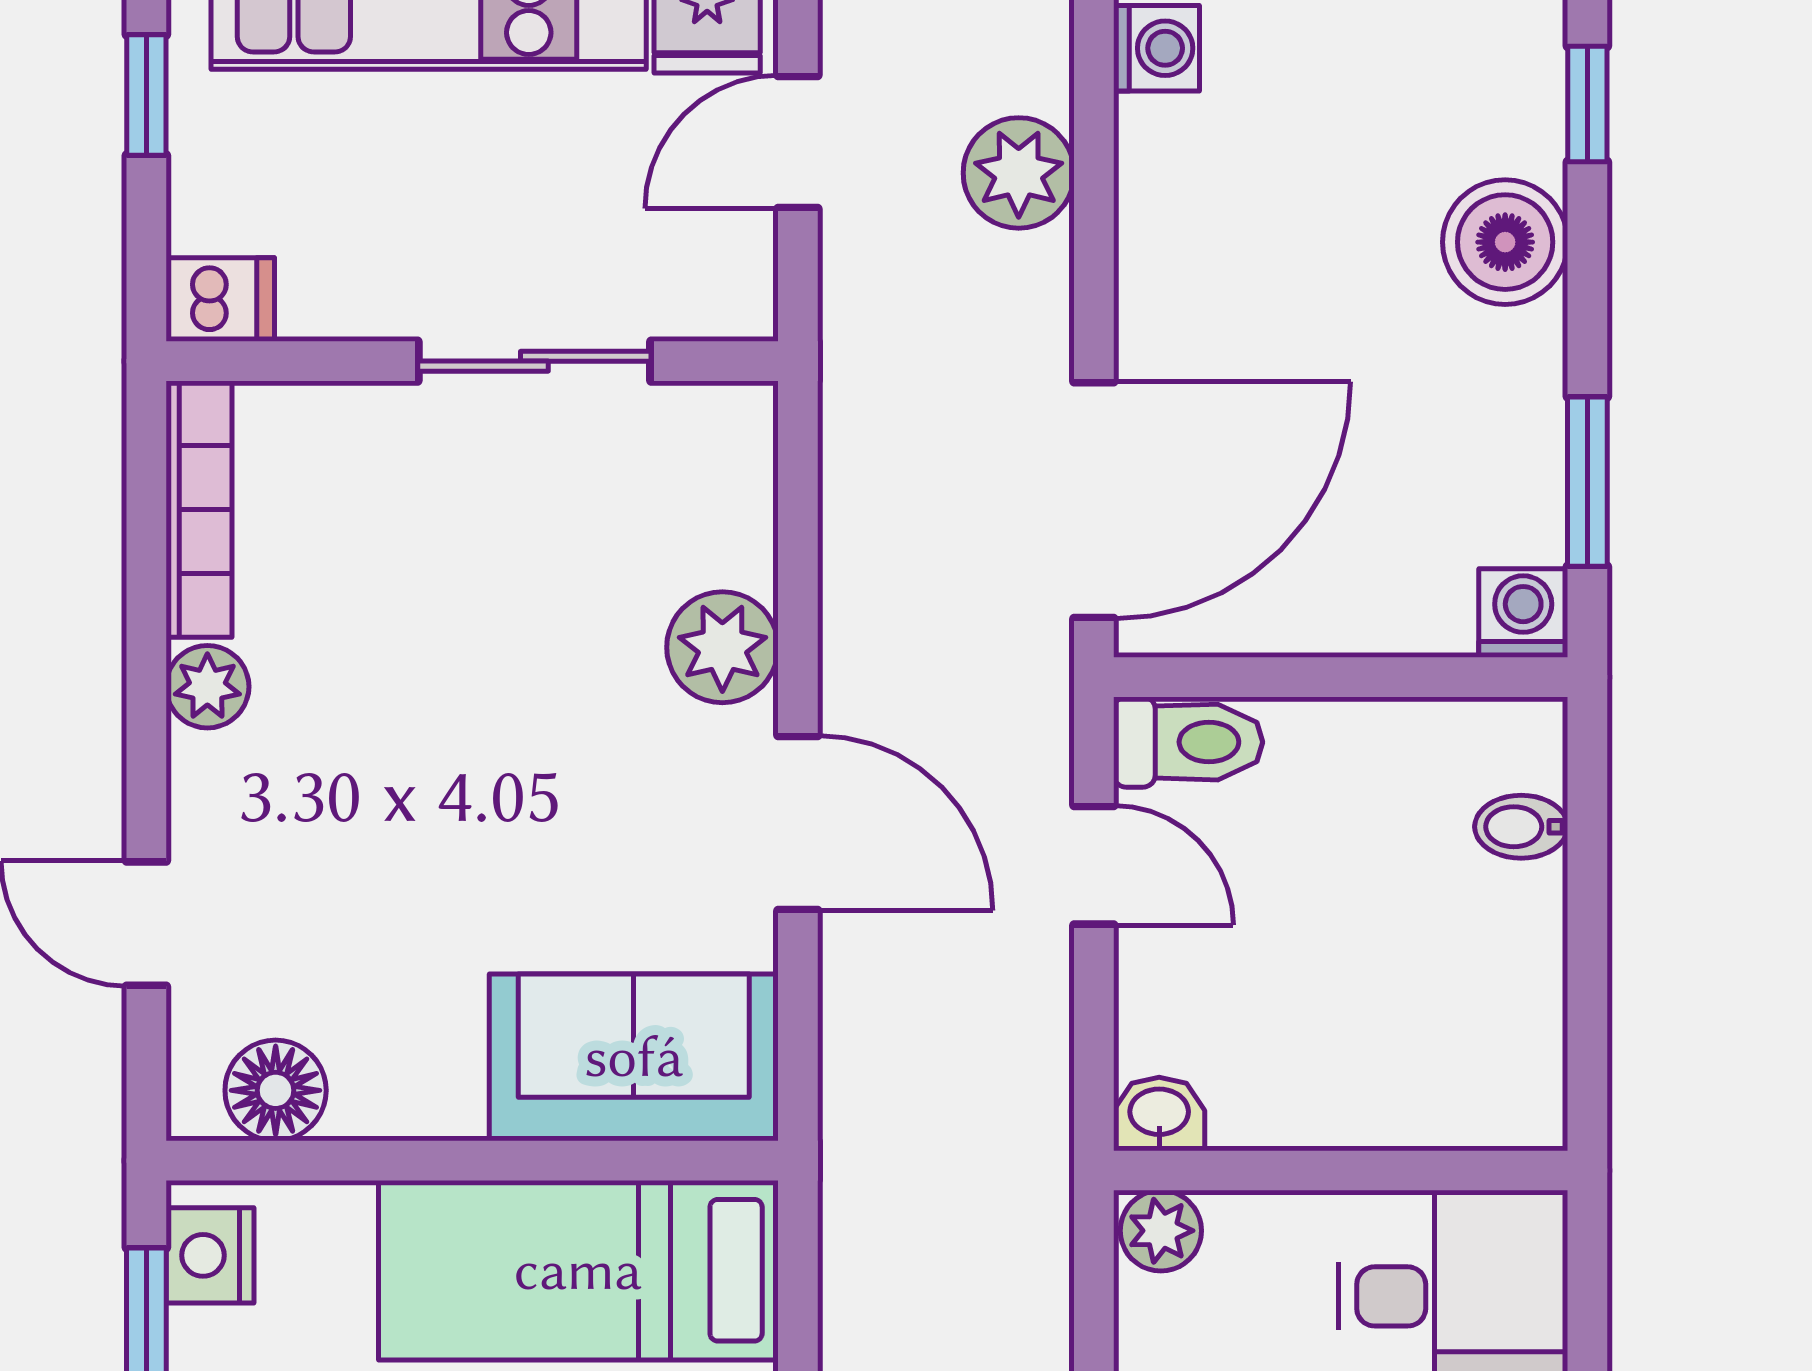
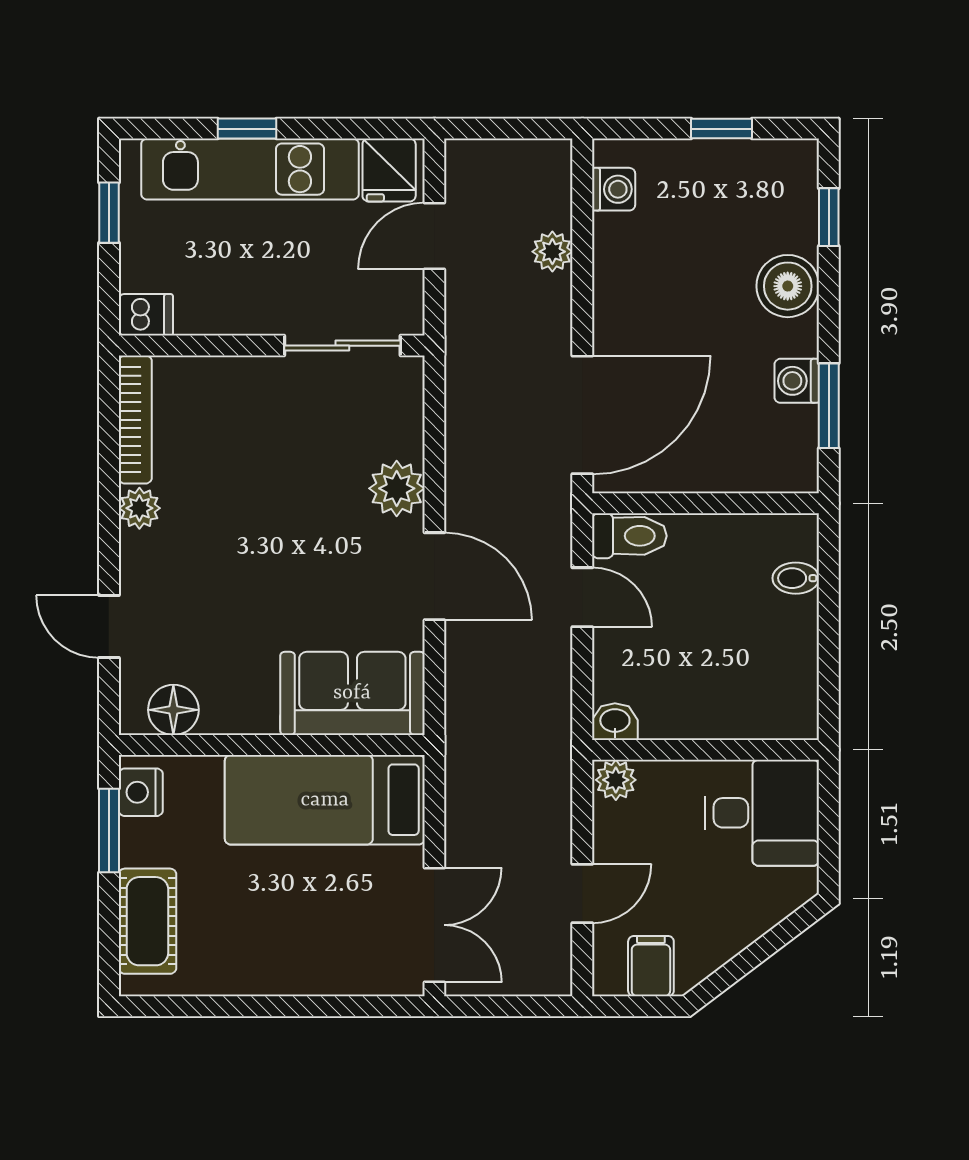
plant: (1019, 173) -> (552, 252), width x0.73, depth x0.73
sliding door: (534, 361) -> (342, 346), moved
washing machine: (1523, 613) -> (797, 381), moved, turned -90

